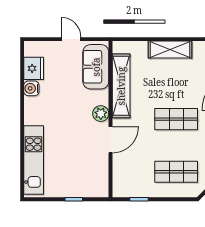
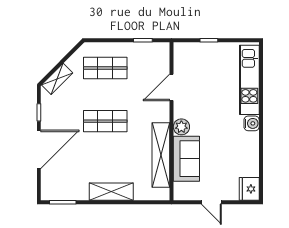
sofa: (96, 67) -> (186, 159), moved
fridge: (34, 68) -> (249, 189), moved
water cooler: (31, 88) -> (252, 123), moved
door: (111, 140) -> (172, 87), moved

